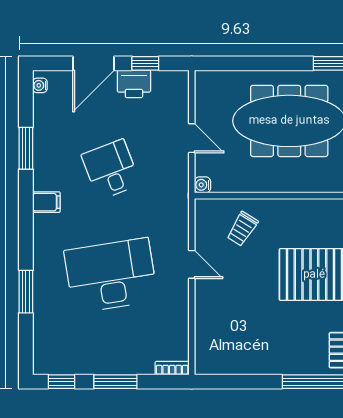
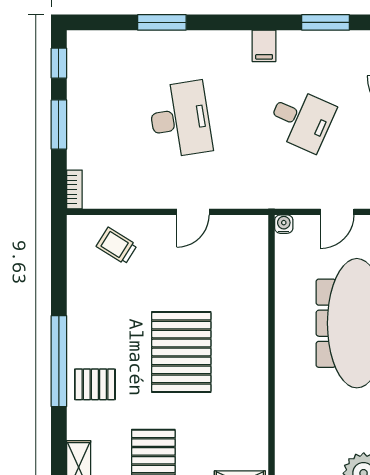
desk: (111, 170) -> (301, 119), turned 45
trolley: (242, 229) -> (117, 246), moved
desk: (111, 276) -> (180, 119), width x0.73, depth x0.77

